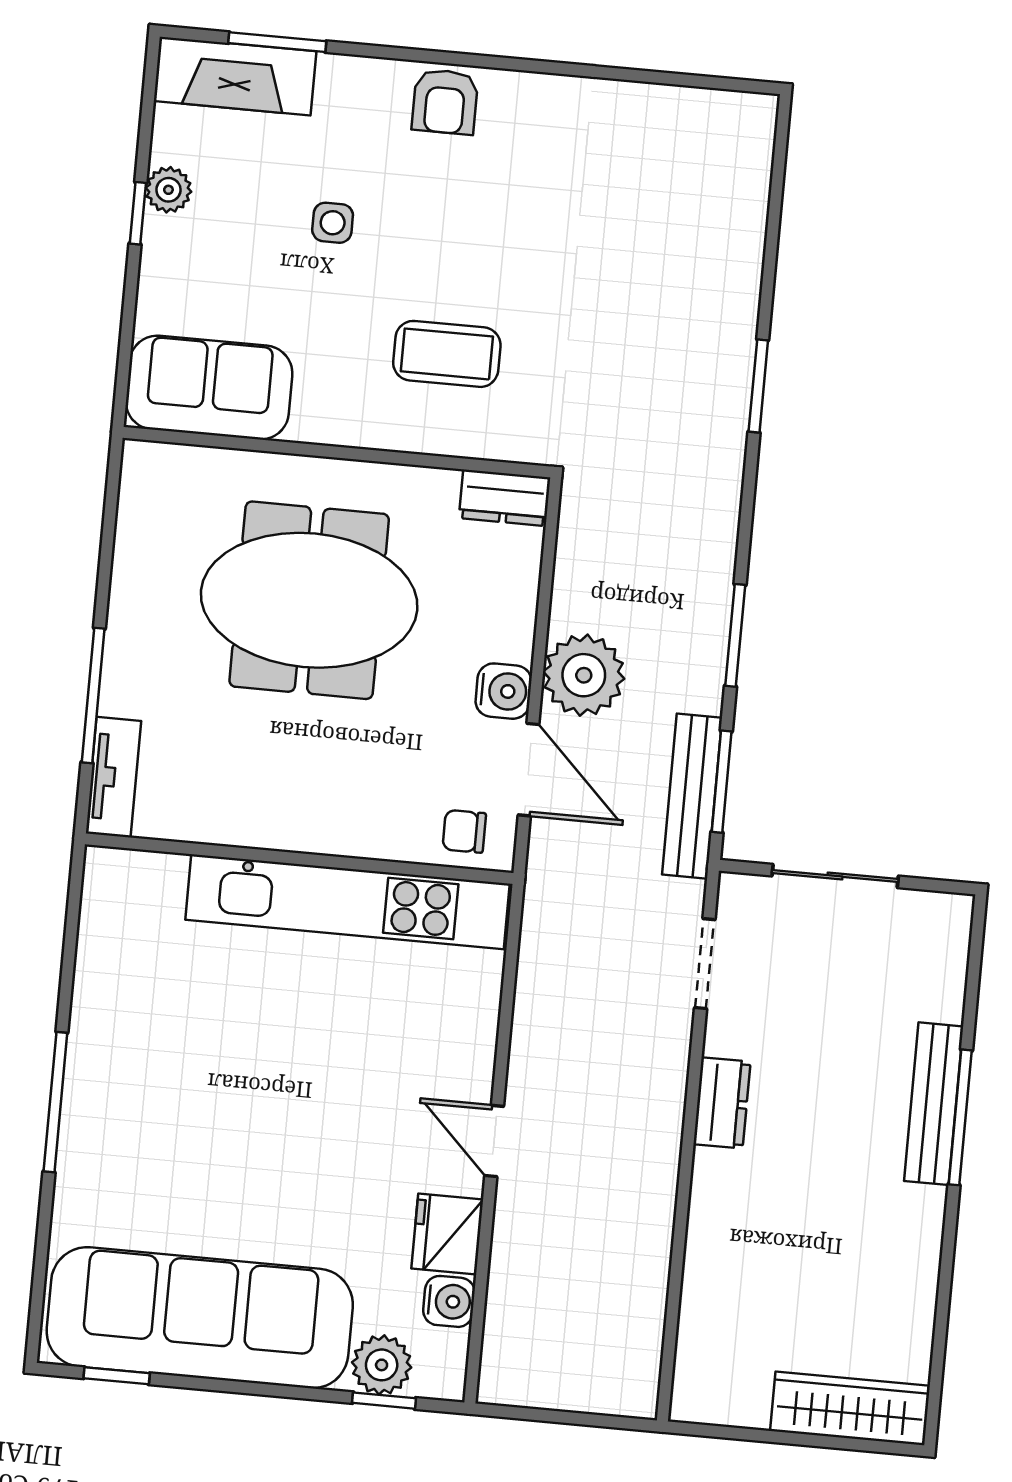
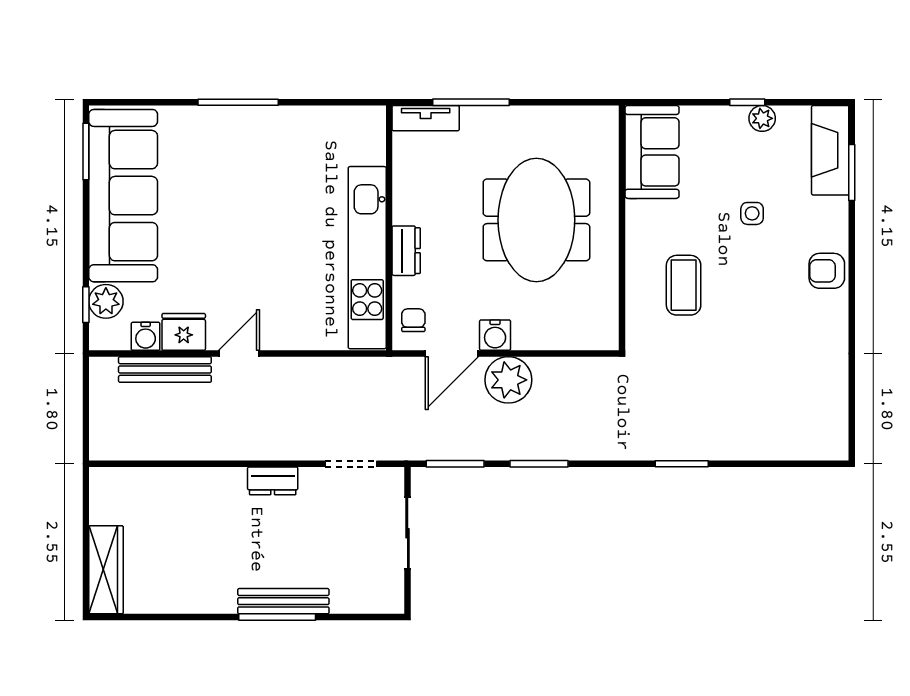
dresser: (505, 498) -> (406, 251), moved, turned 180
bench: (692, 796) -> (165, 370), moved
window: (117, 1376) -> (86, 151), width x1.50

